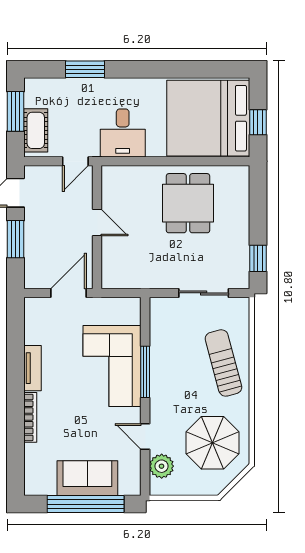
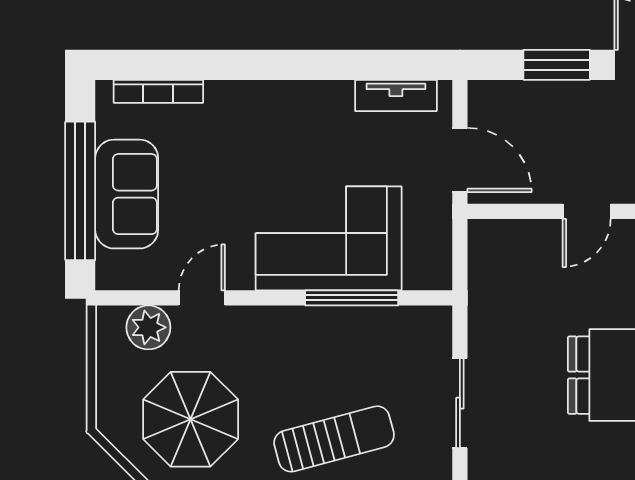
tv unit: (33, 368) -> (396, 95), moved
window: (145, 372) -> (352, 298), moved
bookcase: (30, 417) -> (158, 91), moved

